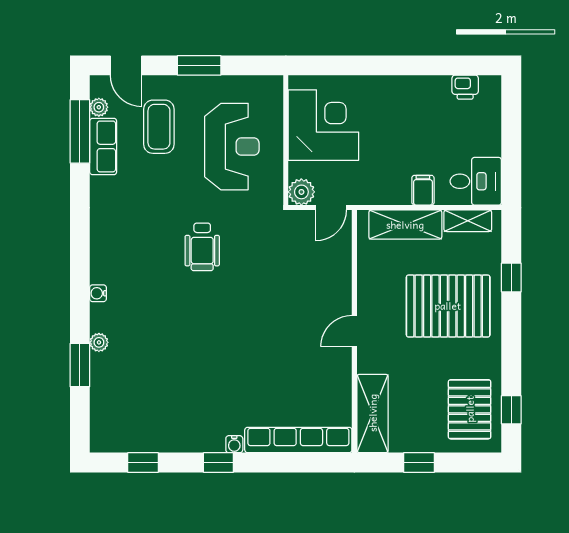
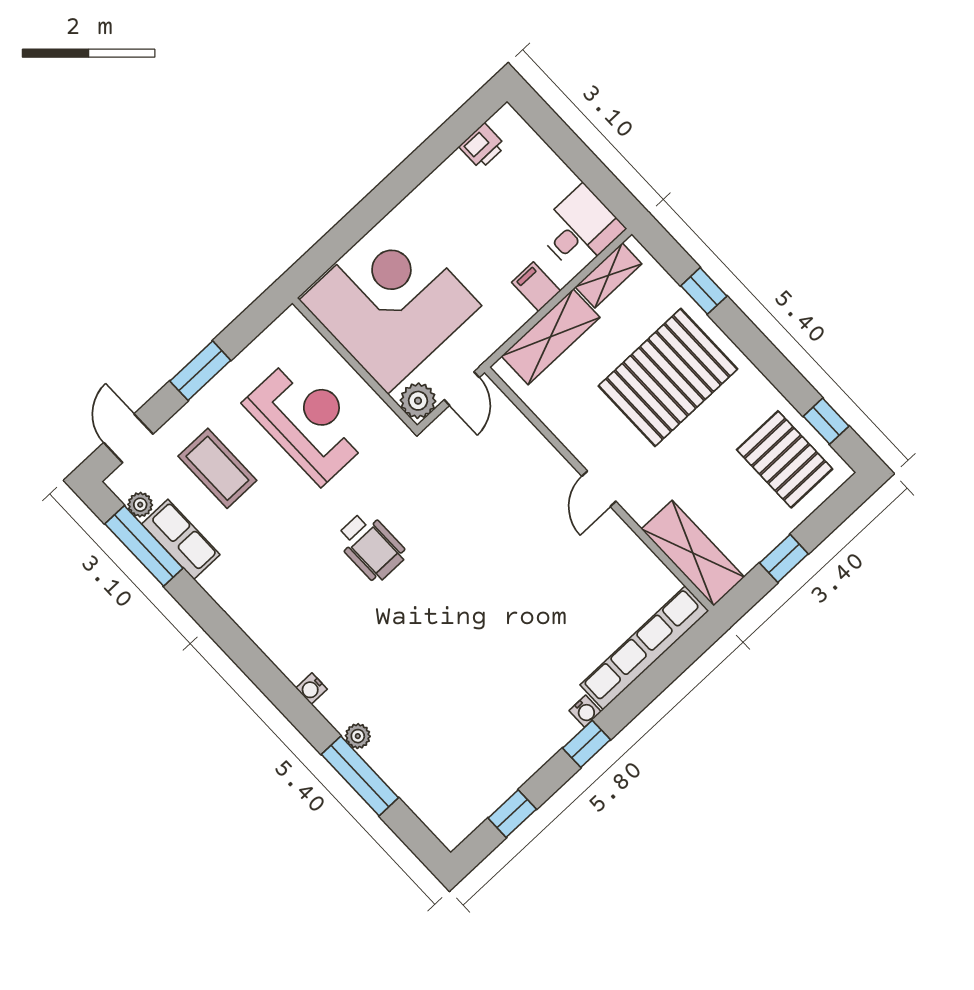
door: (126, 65) -> (128, 438), swing flipped
corner desk: (323, 125) -> (390, 303), width x1.36, depth x1.36
window: (80, 365) -> (360, 776), width x1.44

